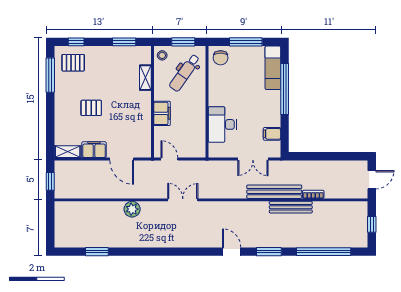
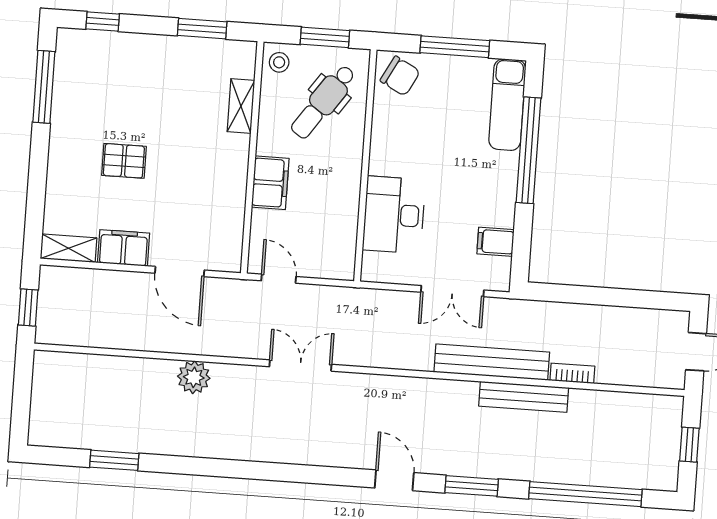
chair: (221, 58) -> (400, 76), turned -62
pallet: (73, 63) -> (93, 64), removed

